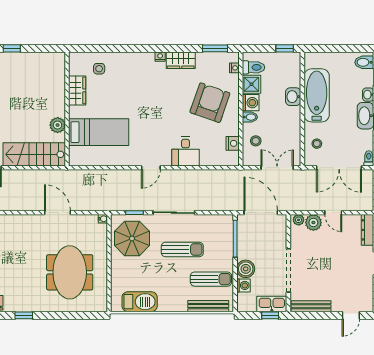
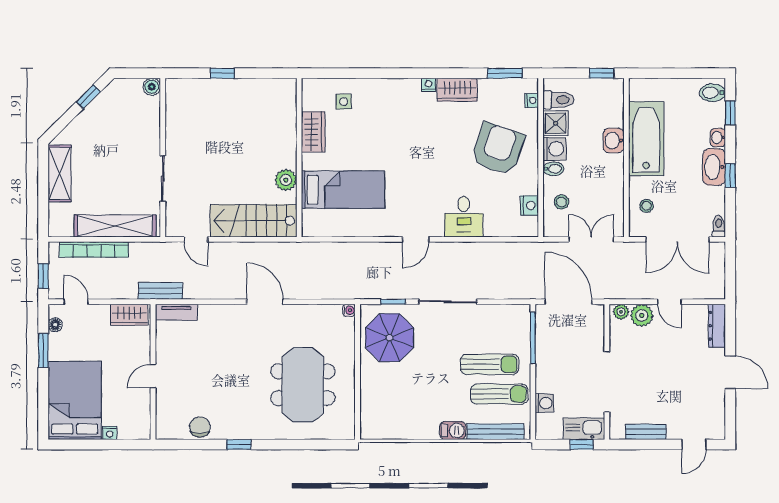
door: (57, 213) -> (265, 302), moved
sun lounger: (182, 249) -> (490, 364), moved
boiler: (246, 269) -> (548, 380), removed
barbecue: (140, 302) -> (453, 430), moved, width x0.53, depth x0.65
bench: (311, 306) -> (646, 432), width x0.73

